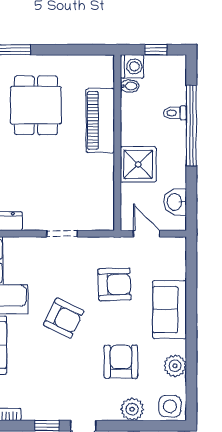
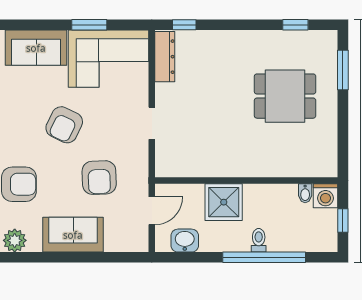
toilet: (175, 113) -> (259, 240), moved
piano: (100, 120) -> (269, 163), removed

